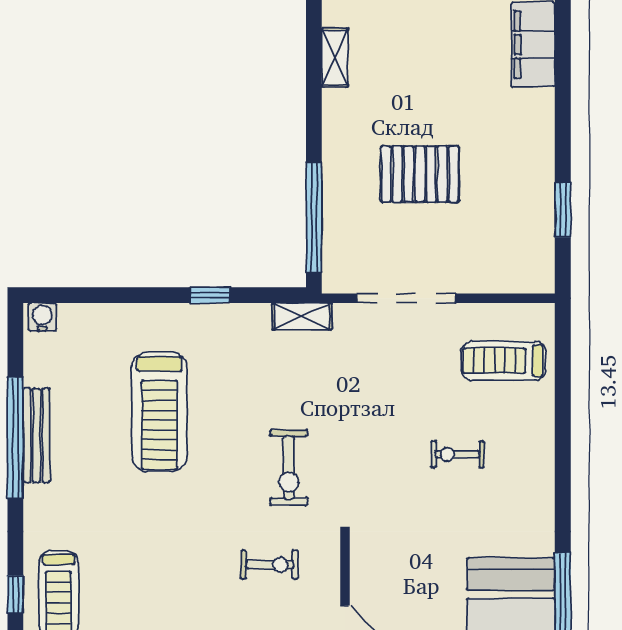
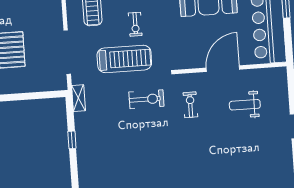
window: (314, 217) -> (34, 96), removed
treadmill: (159, 412) -> (124, 59), moved

